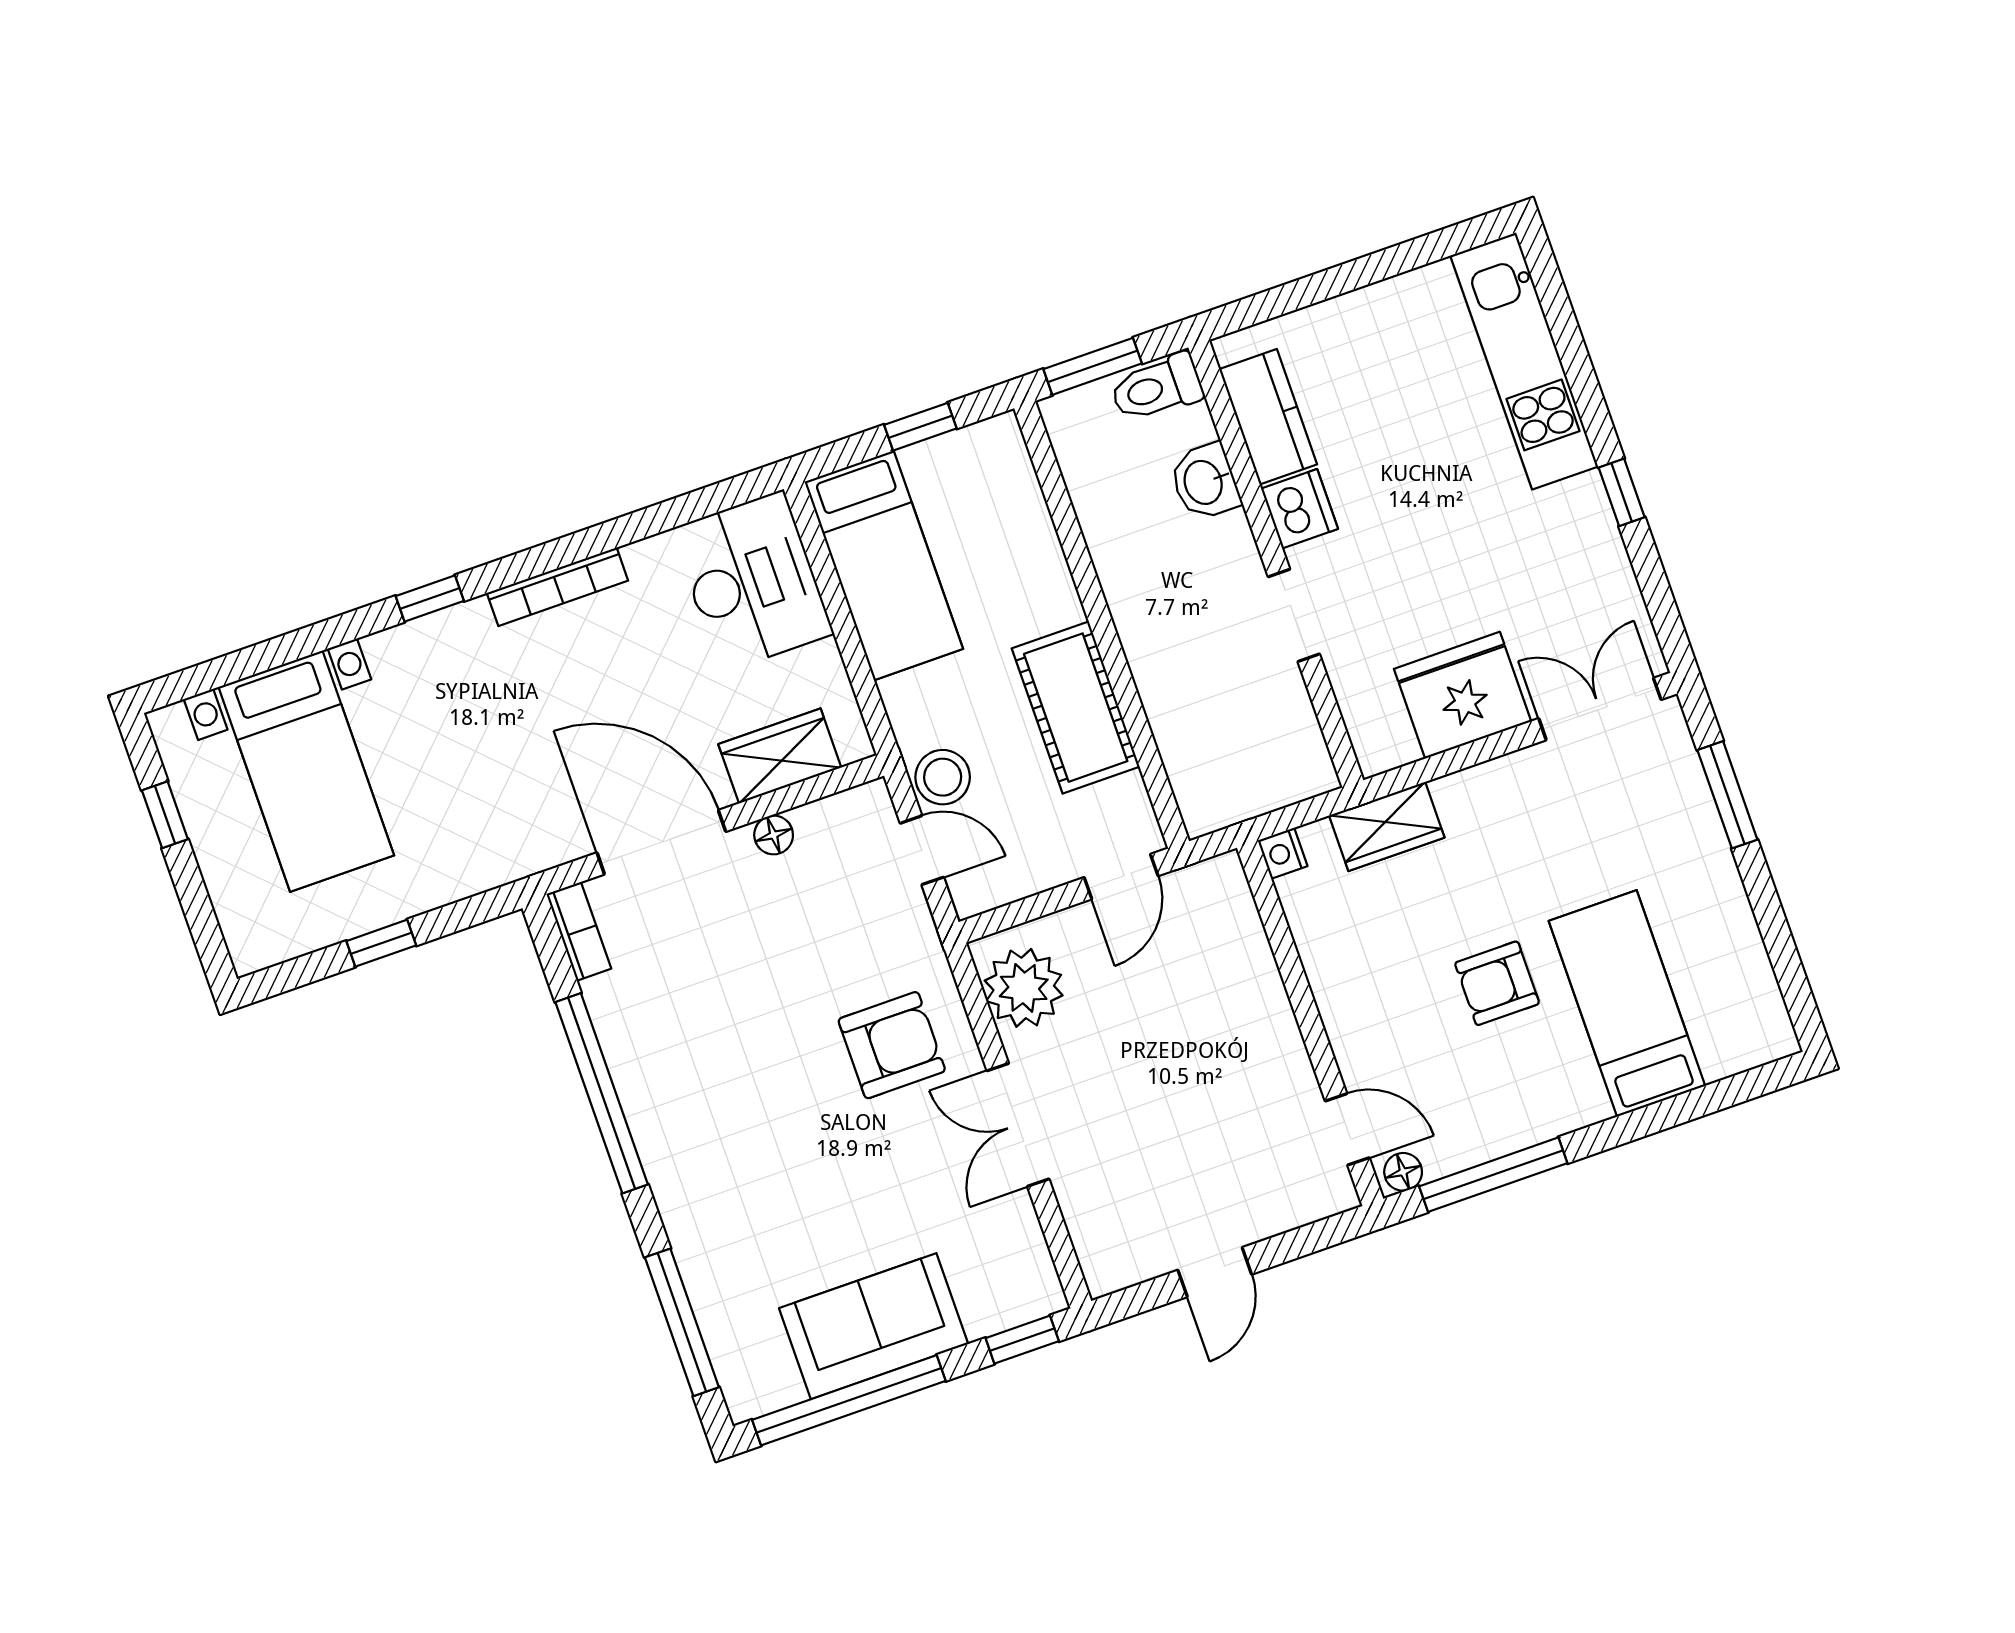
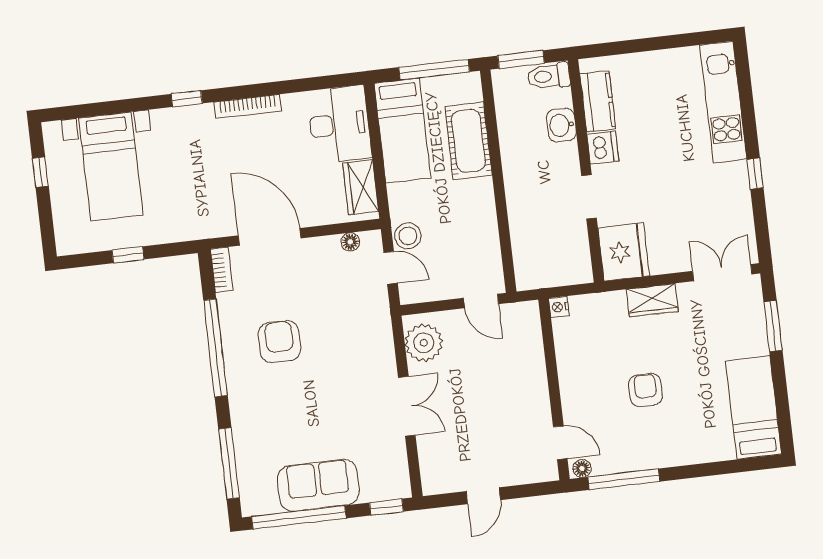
window: (920, 427) -> (434, 70), width x2.17
fridge: (1463, 695) -> (624, 252), moved, turned 90
cot: (1076, 708) -> (468, 141), moved
wardrobe: (780, 756) -> (361, 187), moved, turned -90
wardrobe: (1387, 826) -> (652, 300), moved
floor lamp: (774, 835) -> (350, 242), moved
door: (1121, 877) -> (481, 301), hinge flipped
armchair: (1497, 983) -> (646, 390), turned 90
bed: (1627, 1004) -> (753, 407), moved
armchair: (892, 1045) -> (280, 342), moved, turned -90
double door: (1018, 1125) -> (407, 406), swing flipped

